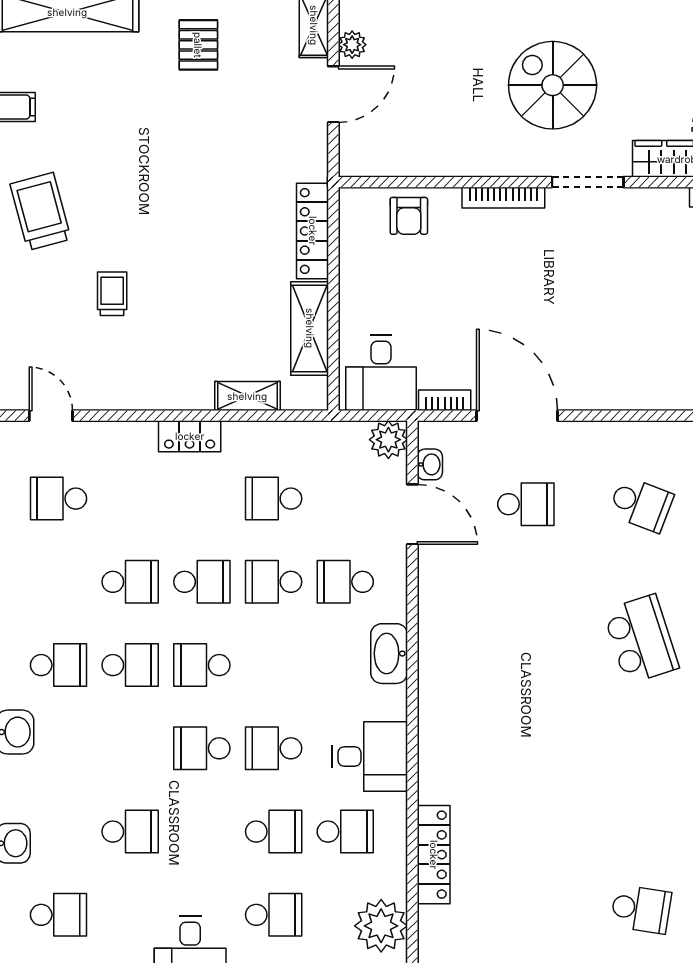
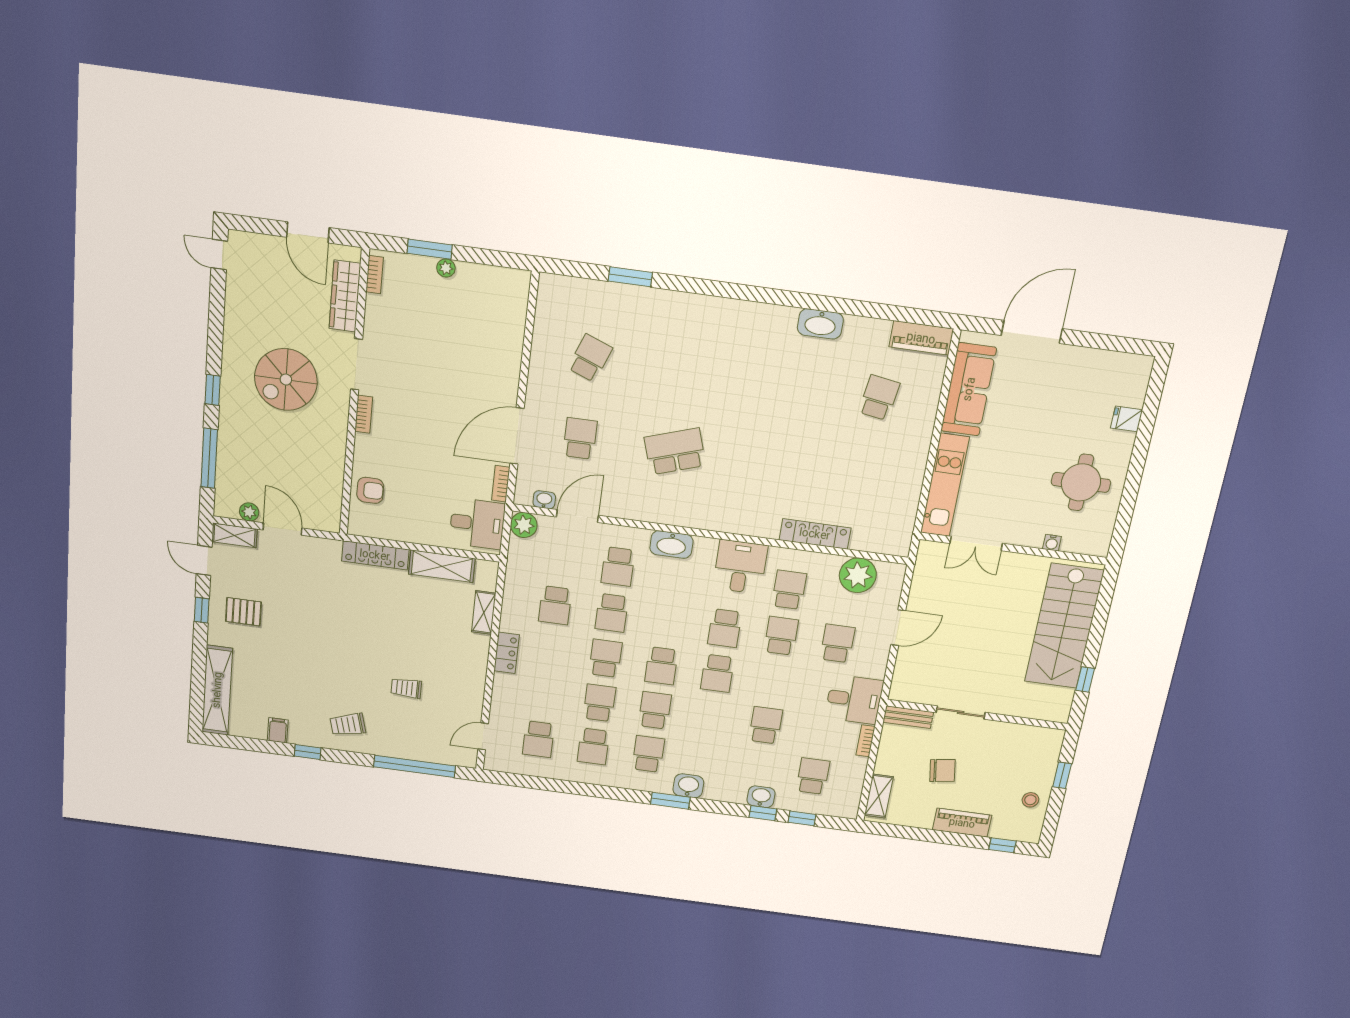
bookcase: (503, 198) -> (364, 414), width x0.64
trolley: (40, 211) -> (348, 725), width x0.73, depth x0.72
school desk: (58, 582) -> (593, 747), added
school desk: (641, 639) -> (675, 451), moved

